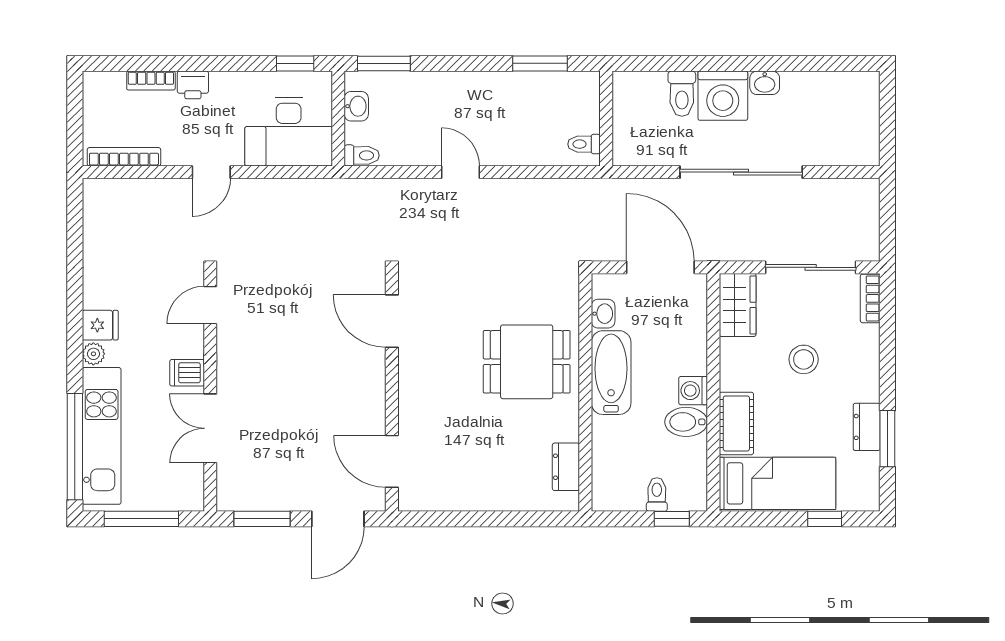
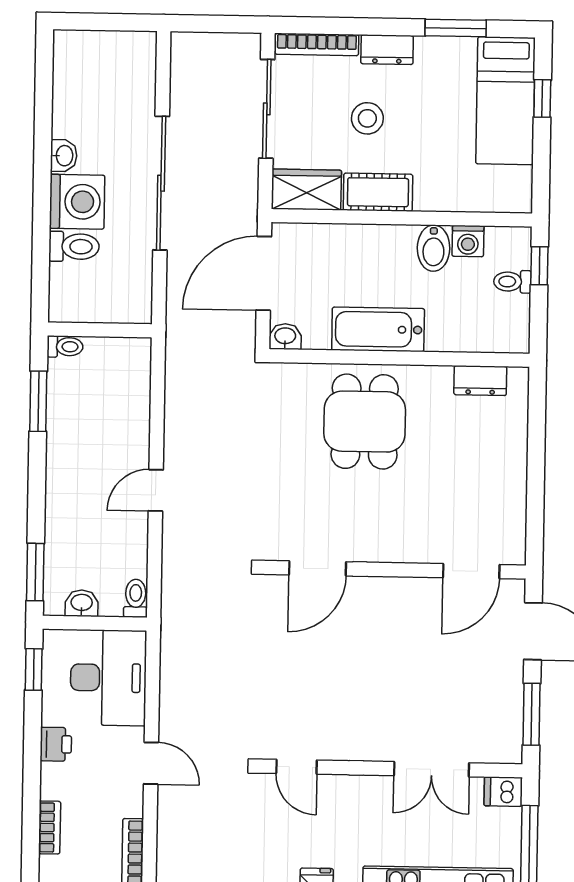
printer: (193, 85) -> (56, 744), moved
toilet: (584, 144) -> (65, 347), moved, turned -90
bookcase: (870, 298) -> (317, 44), width x1.56
washbasin: (603, 314) -> (285, 337), moved
dishwasher: (187, 373) -> (503, 792), moved, turned 90
washing machine: (693, 391) -> (468, 241), moved
cot: (736, 423) -> (378, 192), moved
dresser: (867, 427) -> (387, 50), moved
bed: (777, 483) -> (505, 101), moved, turned 180

